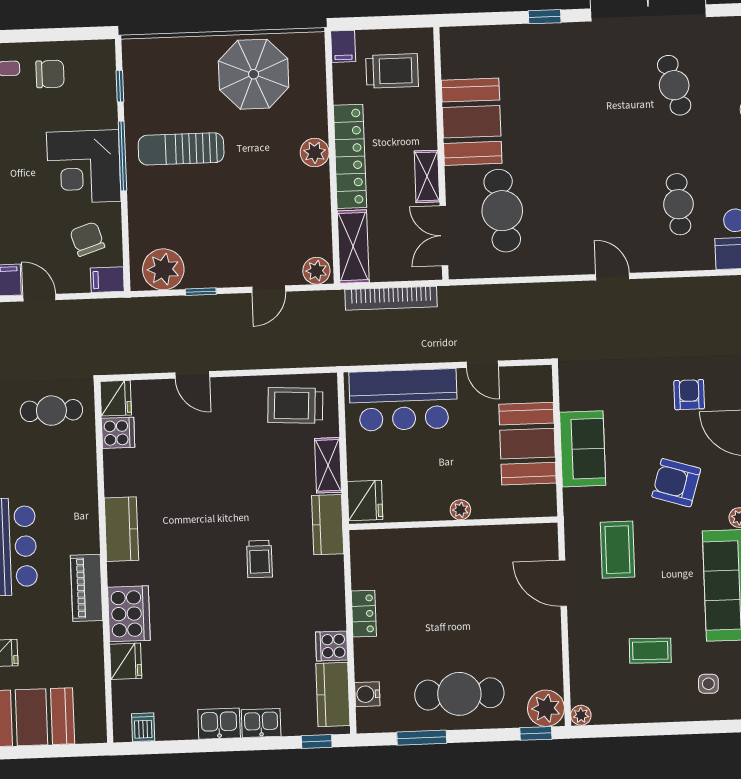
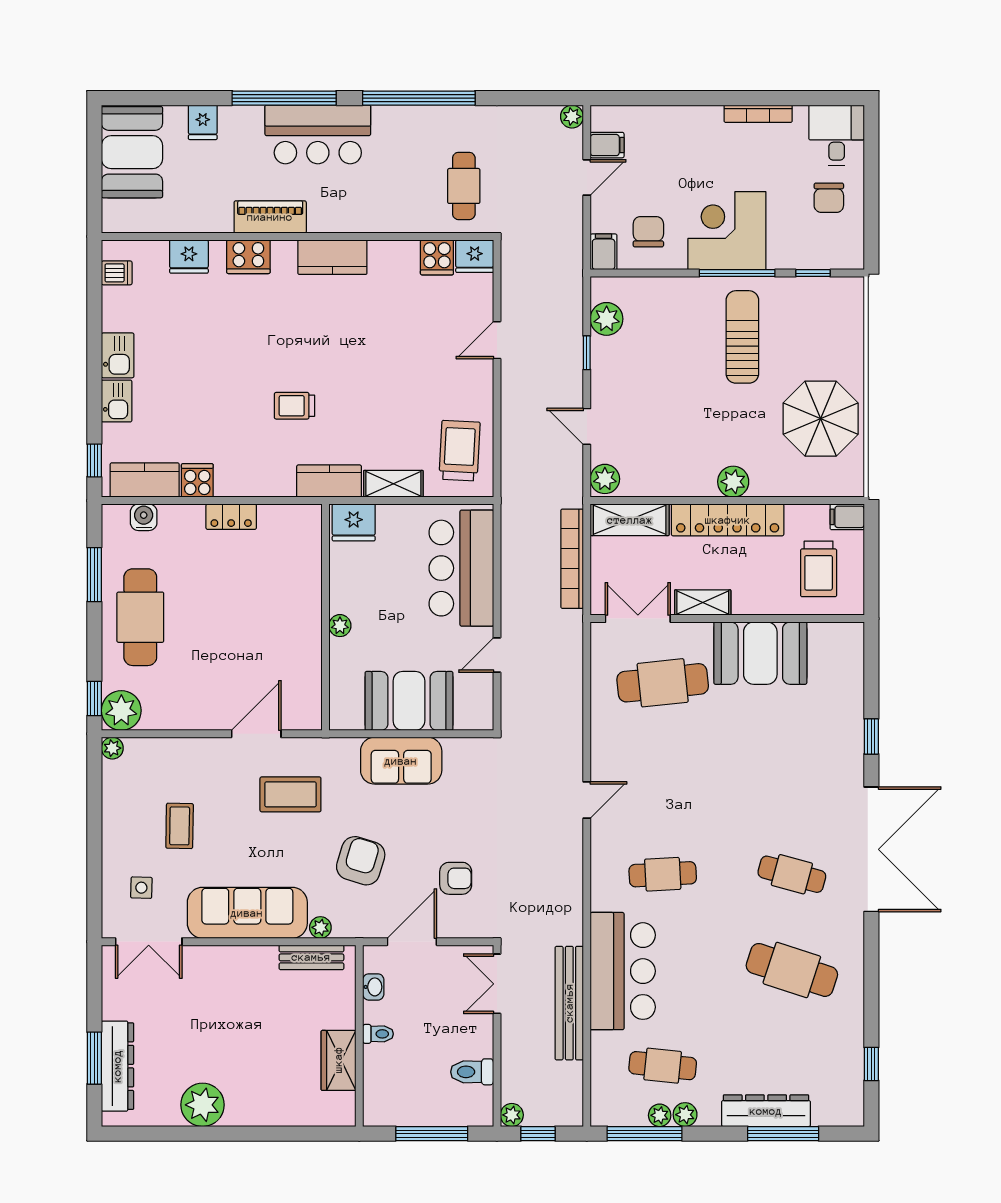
cafe table: (674, 85) -> (792, 874), turned 30
chair: (87, 239) -> (648, 232), turned -72
plant: (163, 269) -> (607, 319), width x0.73, depth x0.73
cooker: (129, 614) -> (248, 257), width x0.73, depth x0.76

